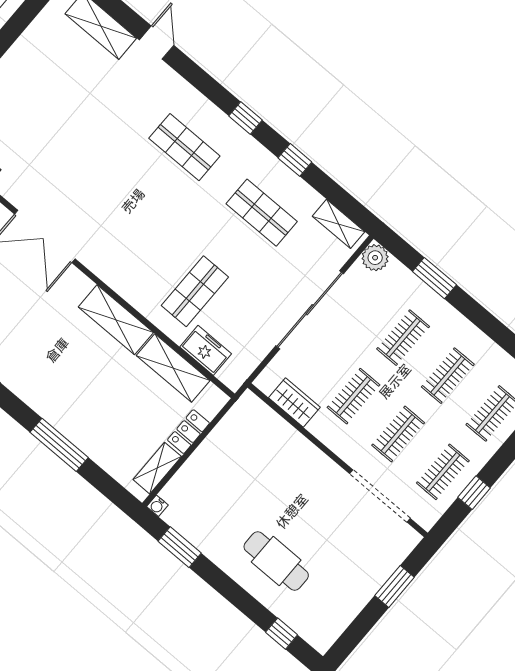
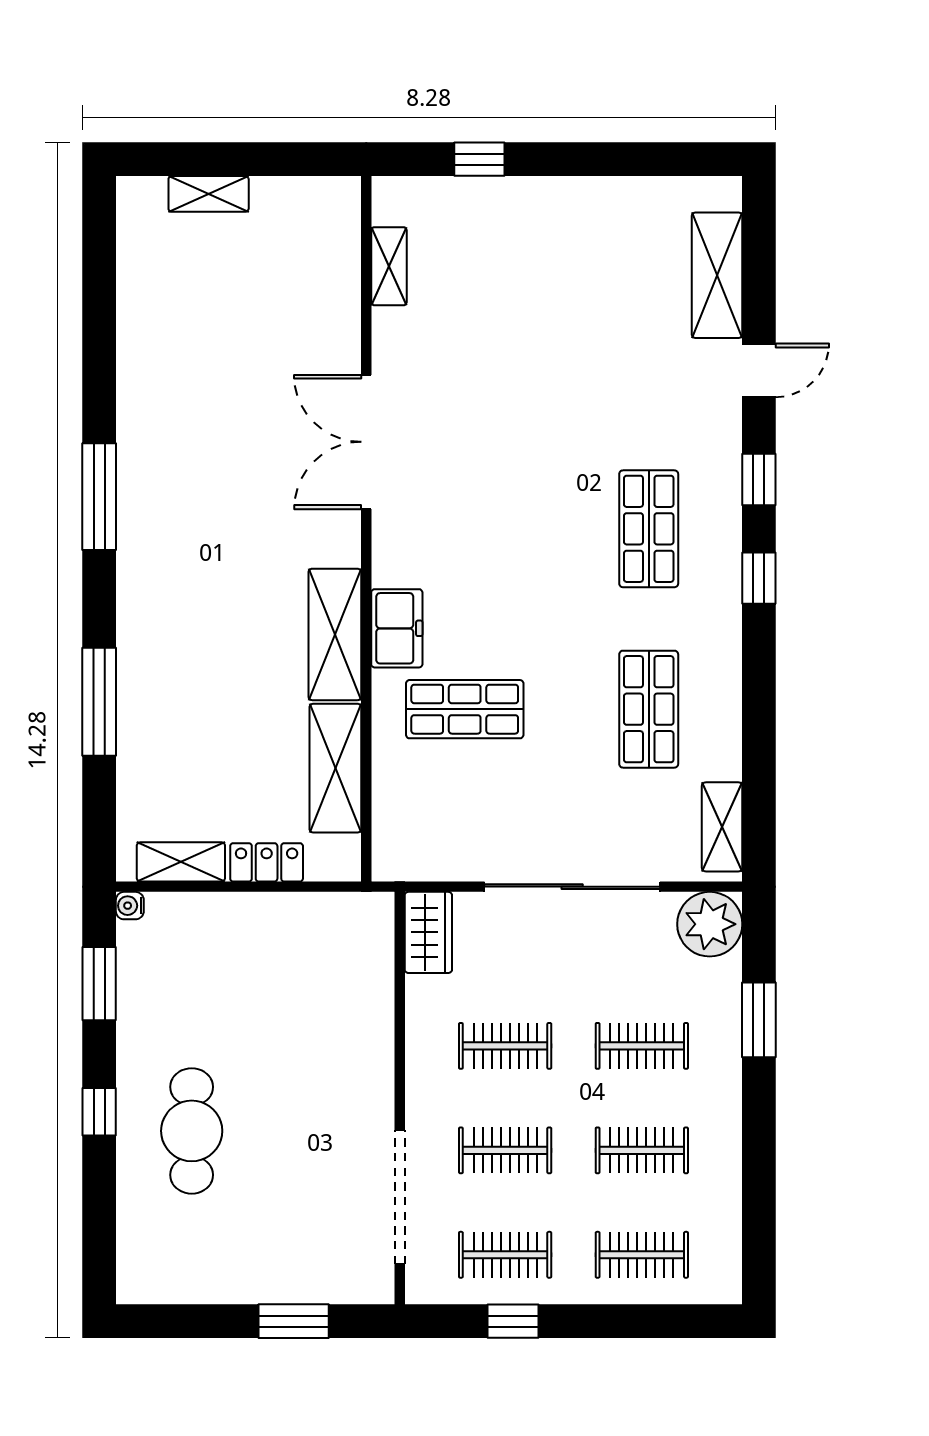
window: (295, 160) -> (759, 479), moved
plant: (375, 258) -> (710, 924), width x1.36, depth x1.36
freezer: (206, 350) -> (397, 628), moved
wardrobe: (294, 402) -> (428, 932), moved
window: (282, 634) -> (99, 1112), moved

